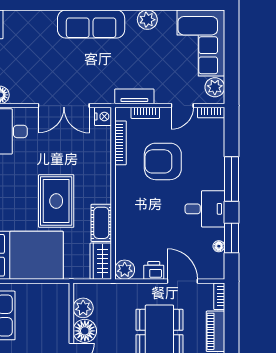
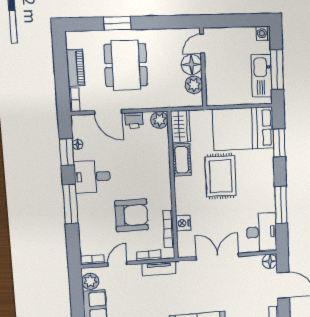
nightstand: (103, 116) -> (183, 223), moved

